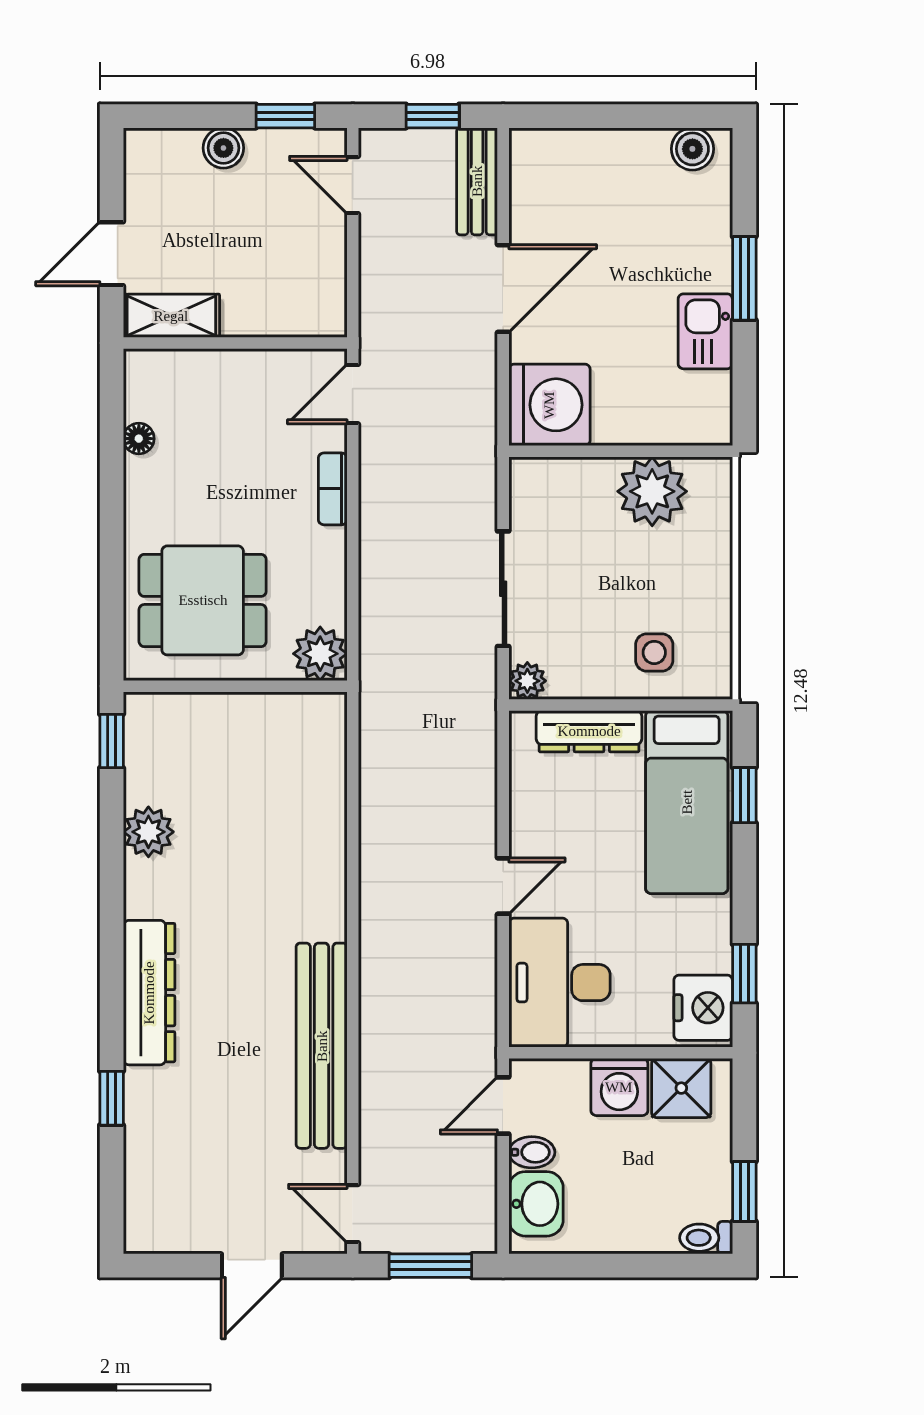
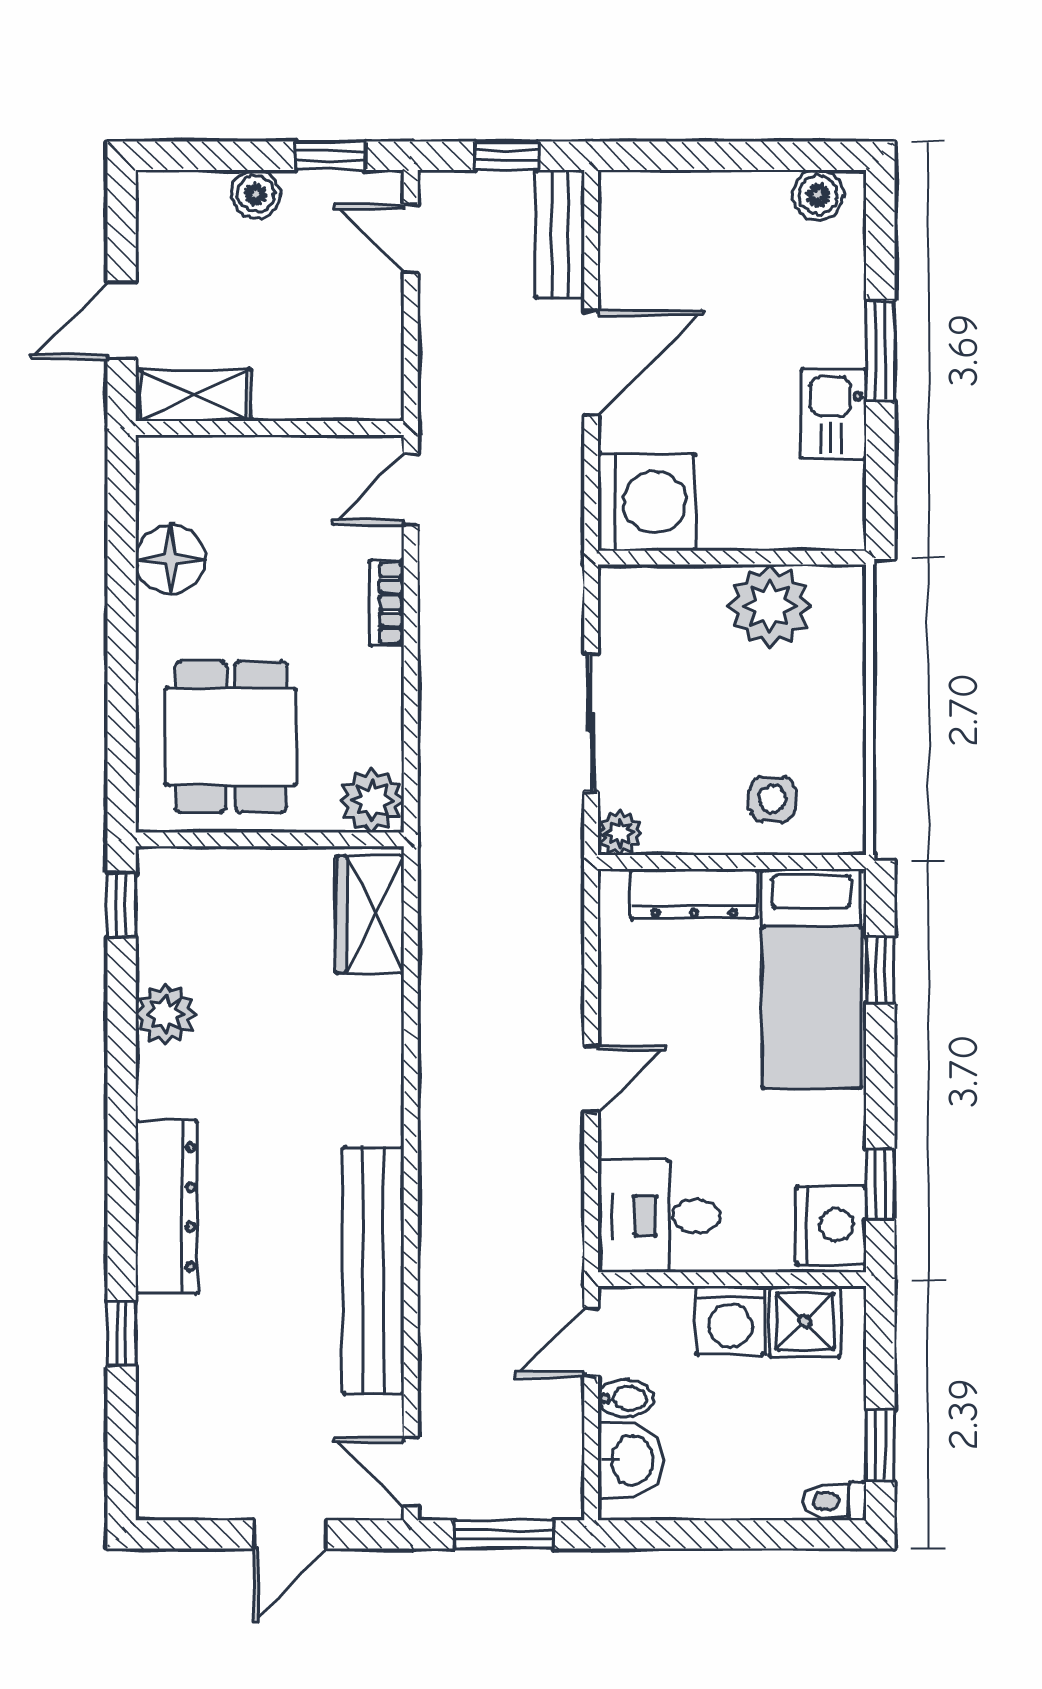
floor lamp: (139, 439) -> (171, 559), width x1.89, depth x1.89
dining table: (203, 600) -> (231, 737), turned 90
wardrobe: (319, 749) -> (370, 914), added
desk: (559, 983) -> (659, 1216), width x0.73

